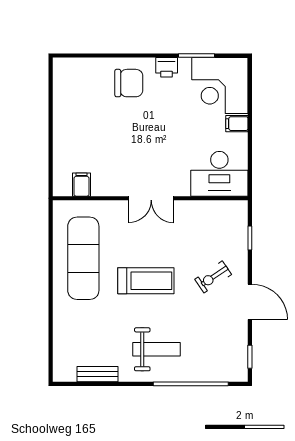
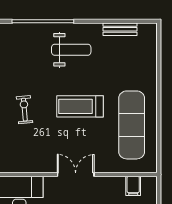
exercise bike: (213, 277) -> (24, 110), turned -61
weight bench: (157, 349) -> (71, 50), turned 180

